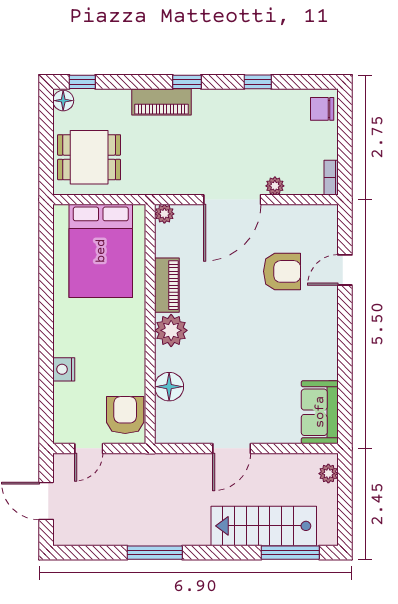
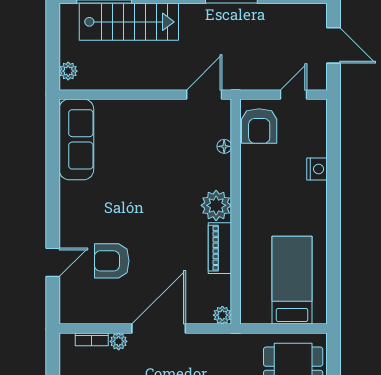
bookcase: (331, 178) -> (92, 339), moved, turned 90
bed: (101, 251) -> (292, 280), width x0.67
floor lamp: (169, 387) -> (224, 146), width x0.53, depth x0.53
sofa: (320, 412) -> (76, 139), width x1.36
door: (232, 448) -> (204, 95), moved

